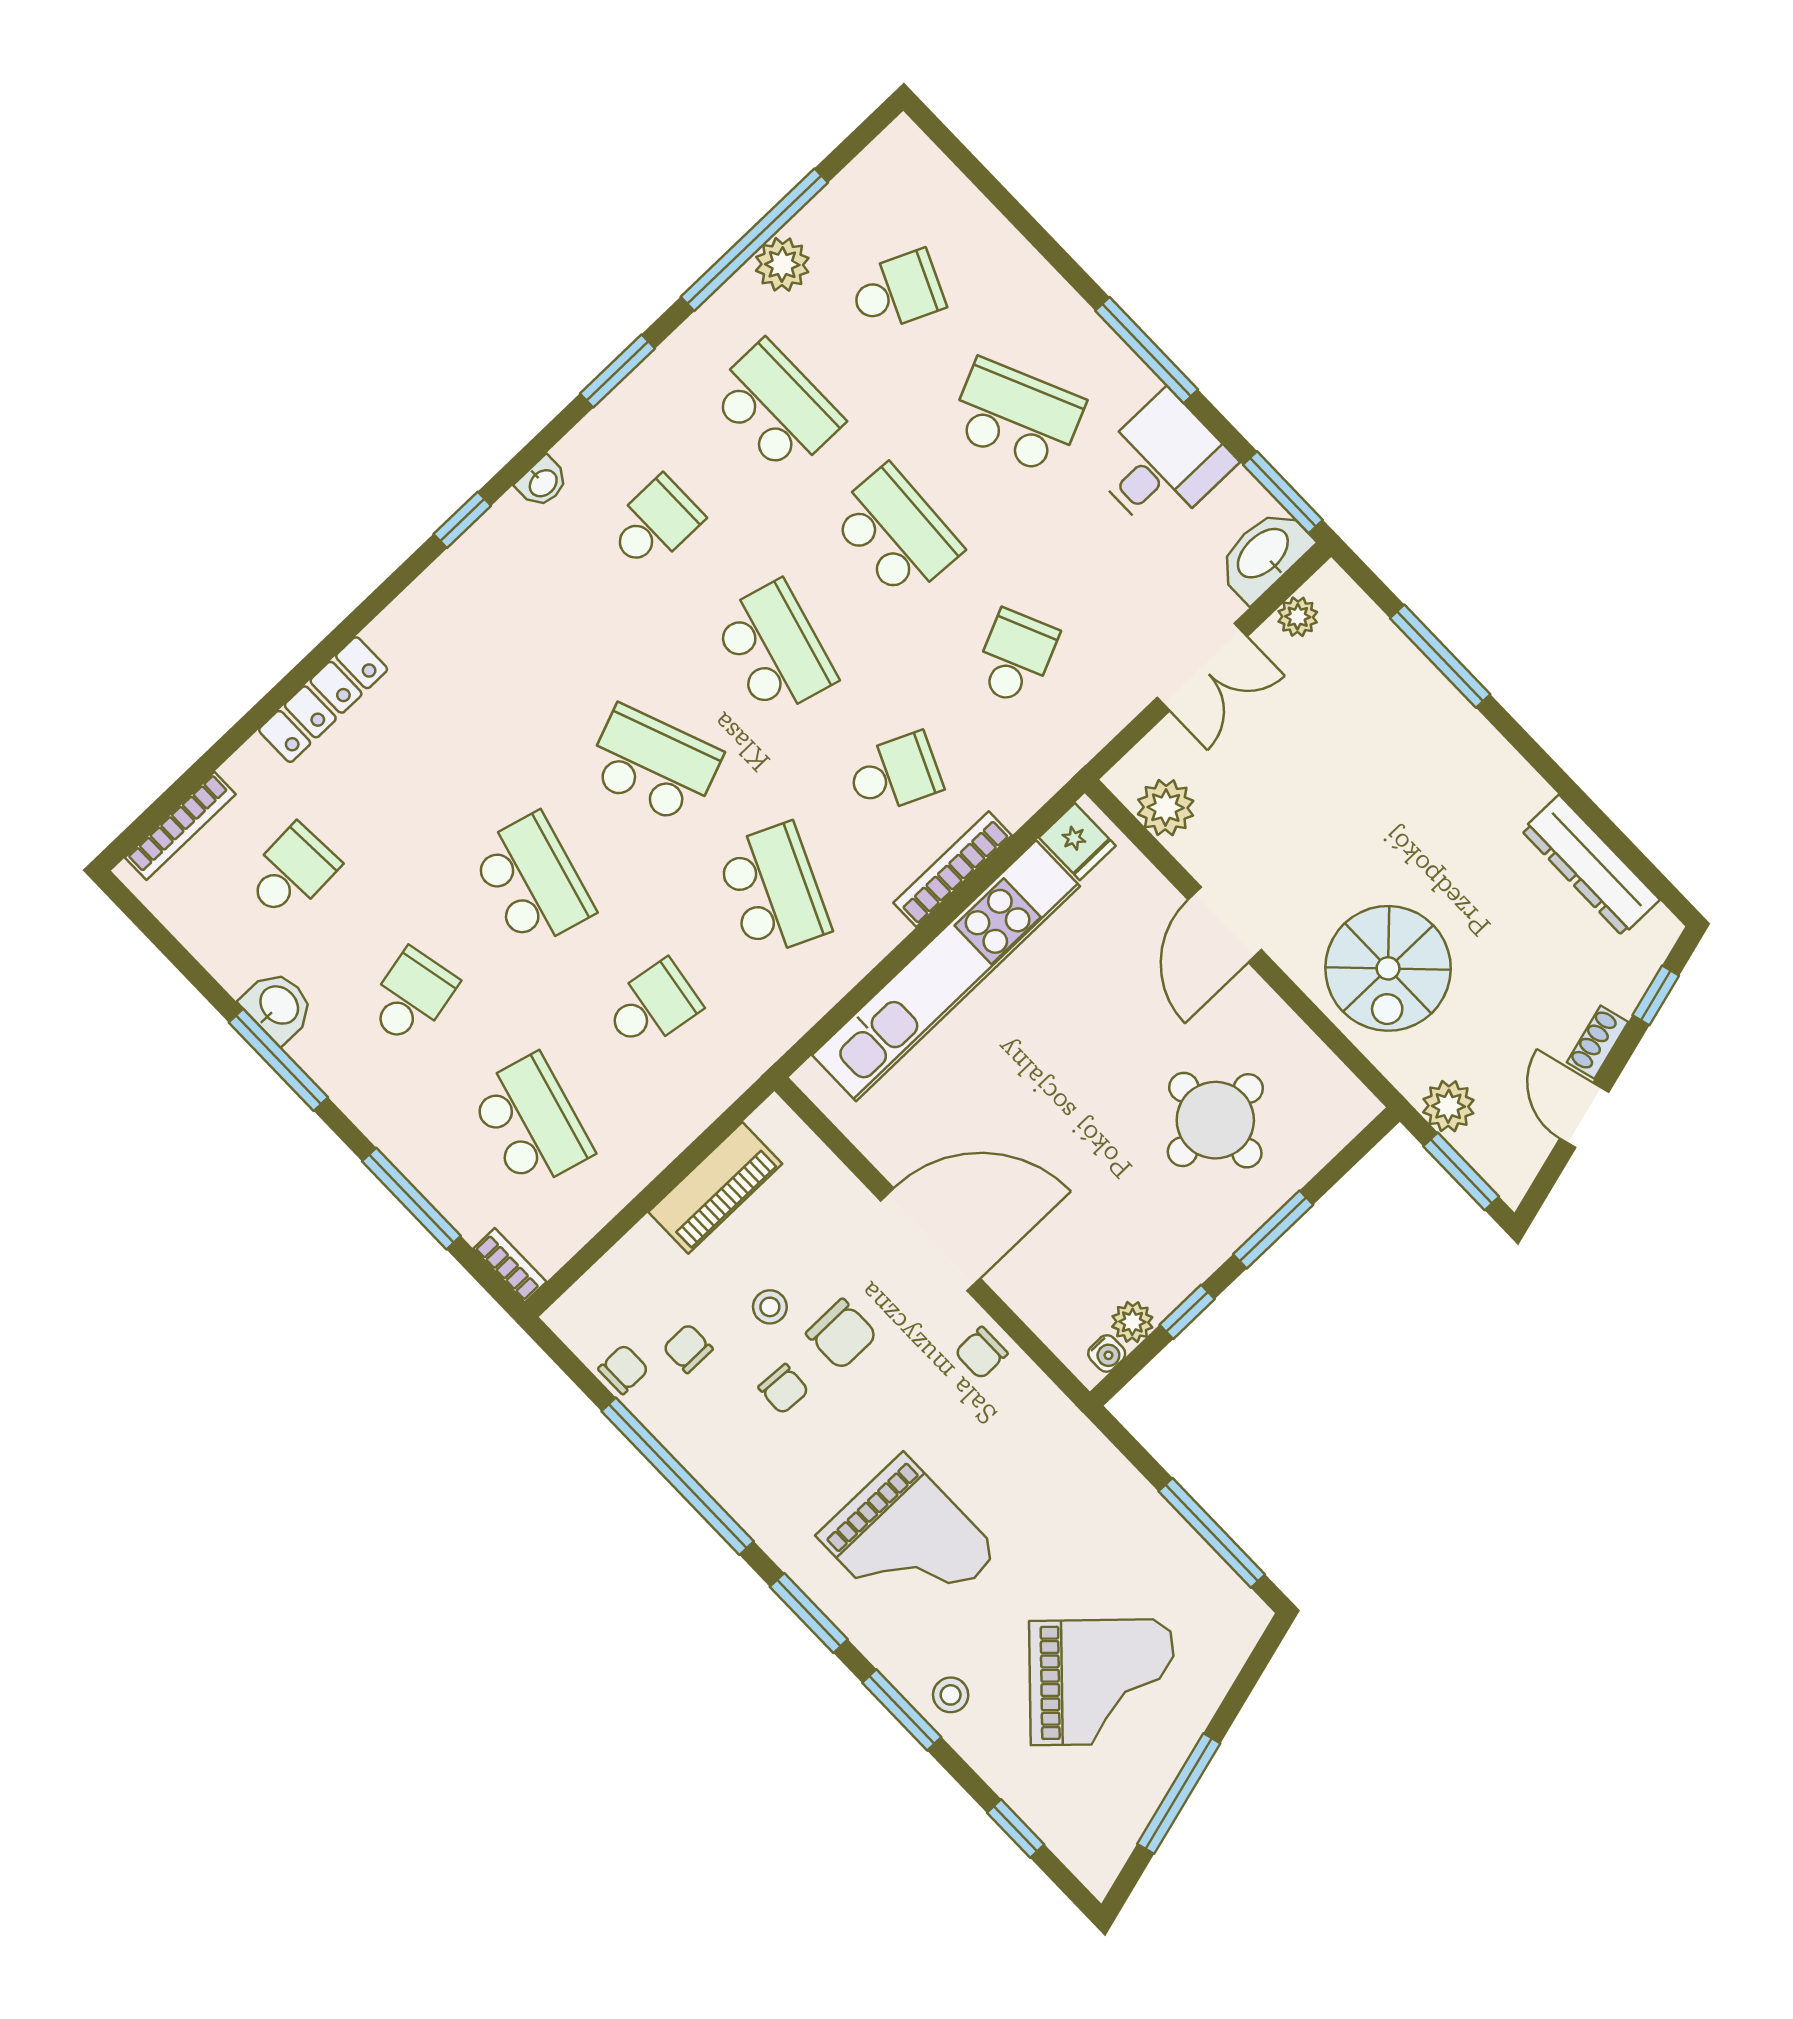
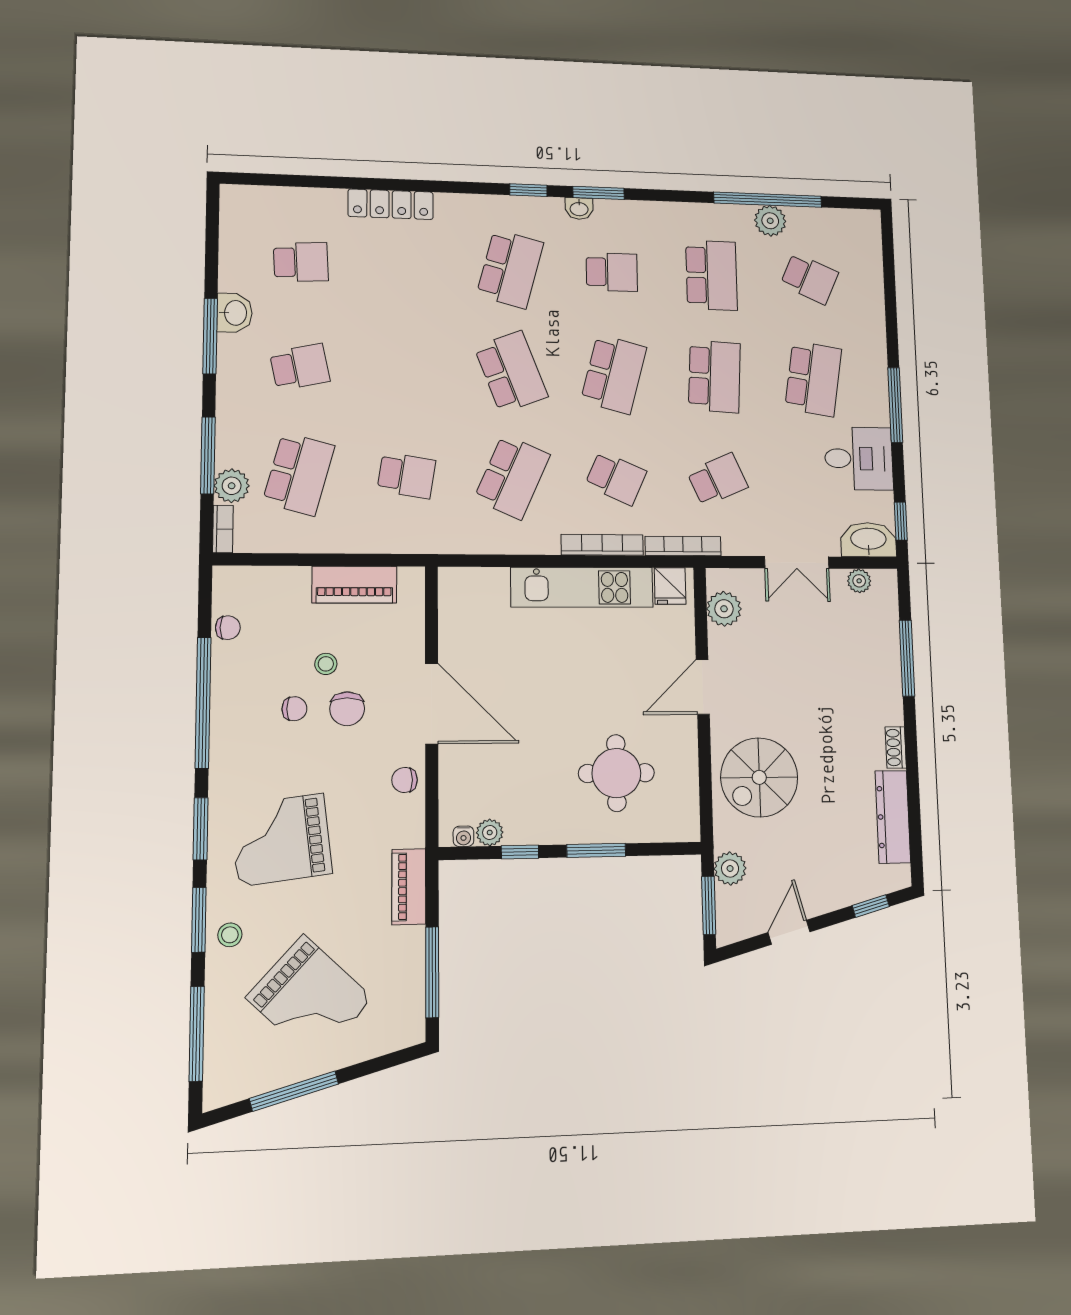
window: (617, 371) -> (599, 193), moved
school desk: (1017, 416) -> (813, 379), turned 33
window: (1283, 492) -> (901, 521), width x0.67
bookcase: (180, 826) -> (683, 546), moved, turned 180
school desk: (532, 881) -> (510, 269), moved
kitchen unit: (946, 971) -> (582, 587), width x0.73
shoe rack: (1598, 1042) -> (896, 747), moved, turned -75
plant: (471, 1207) -> (232, 486), added
chair: (688, 1348) -> (268, 647), removed
chair: (784, 1389) -> (294, 709), turned -93
piano: (1098, 1465) -> (409, 887), added
grand piano: (908, 1544) -> (281, 840), turned 83
window: (1016, 1829) -> (197, 1034), width x2.17

